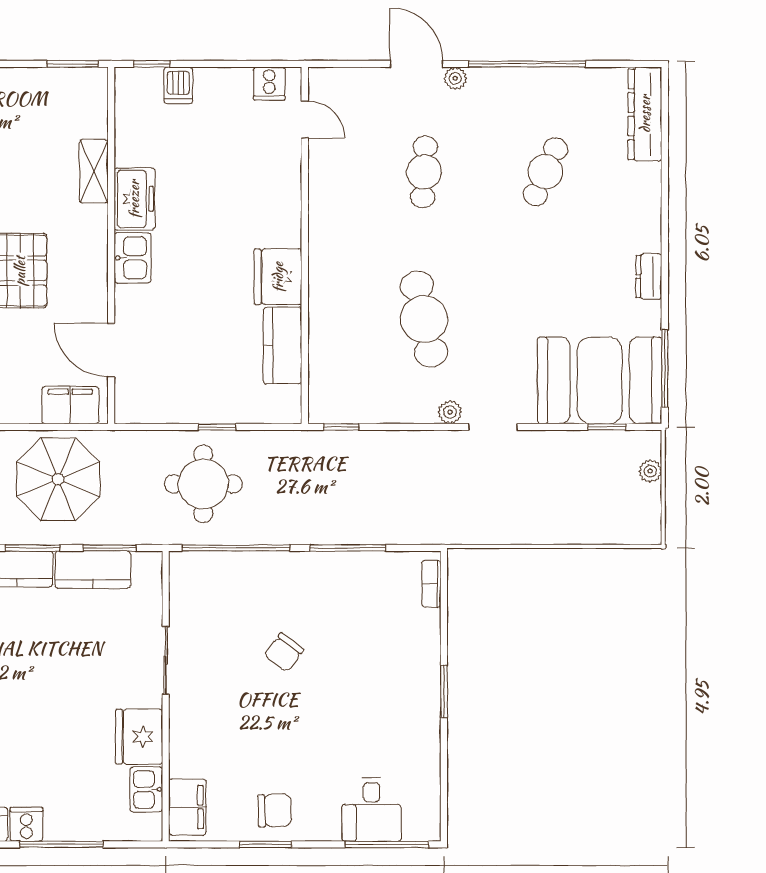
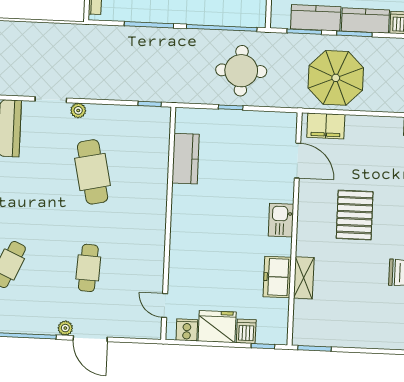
freezer: (134, 199) -> (277, 277), moved
fridge: (278, 277) -> (217, 327), moved, turned -90

